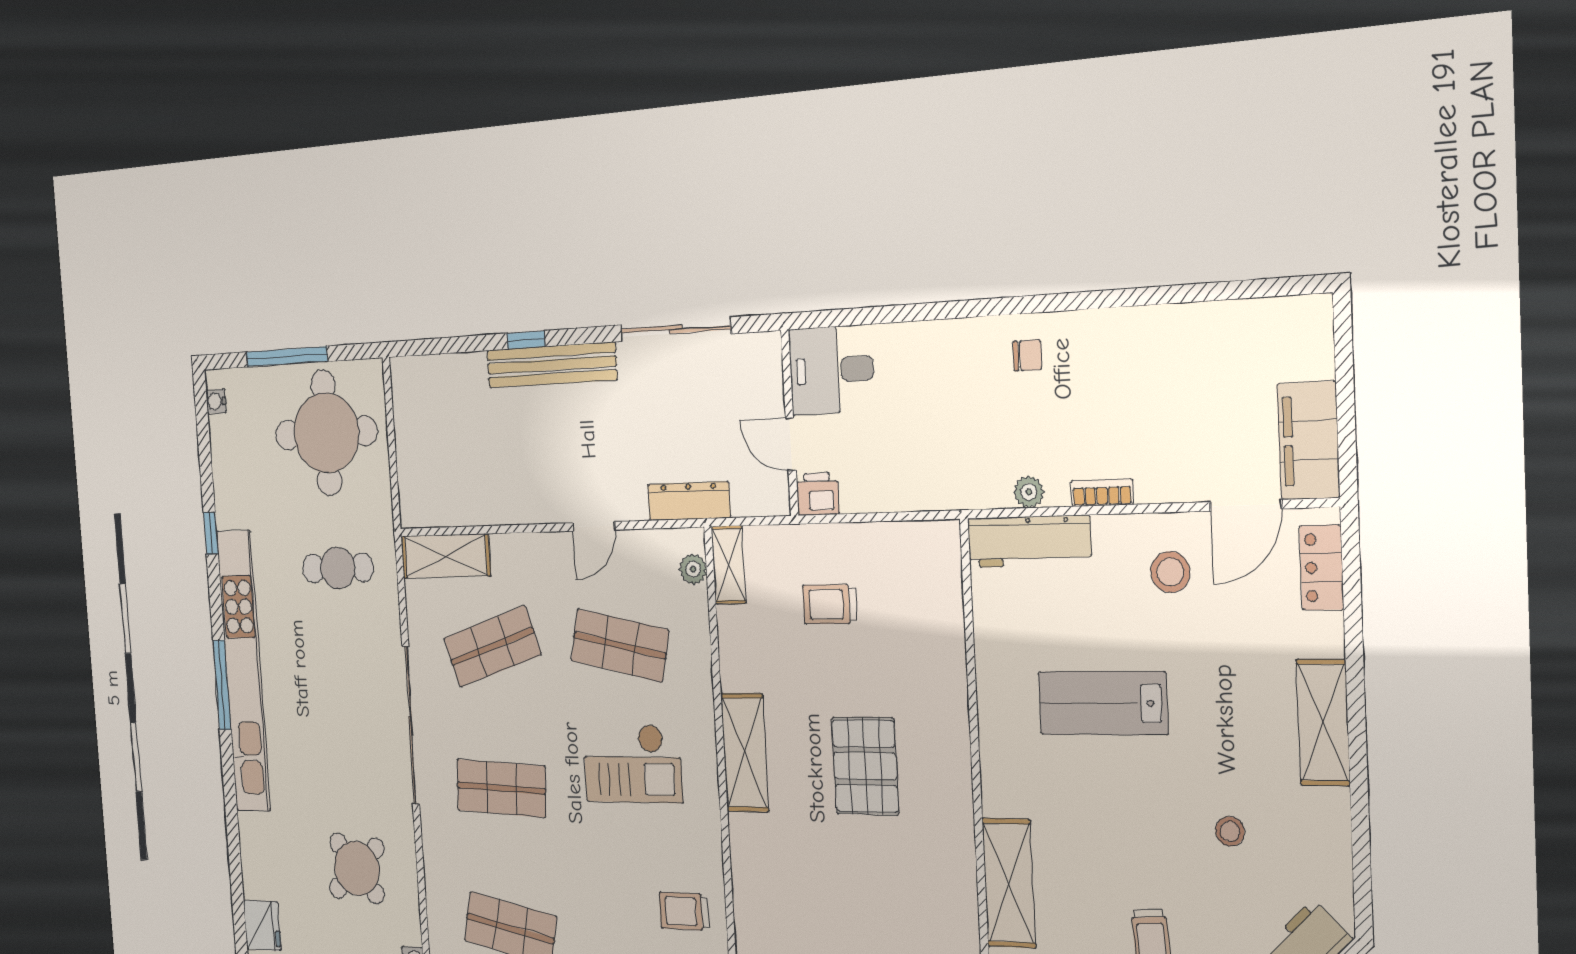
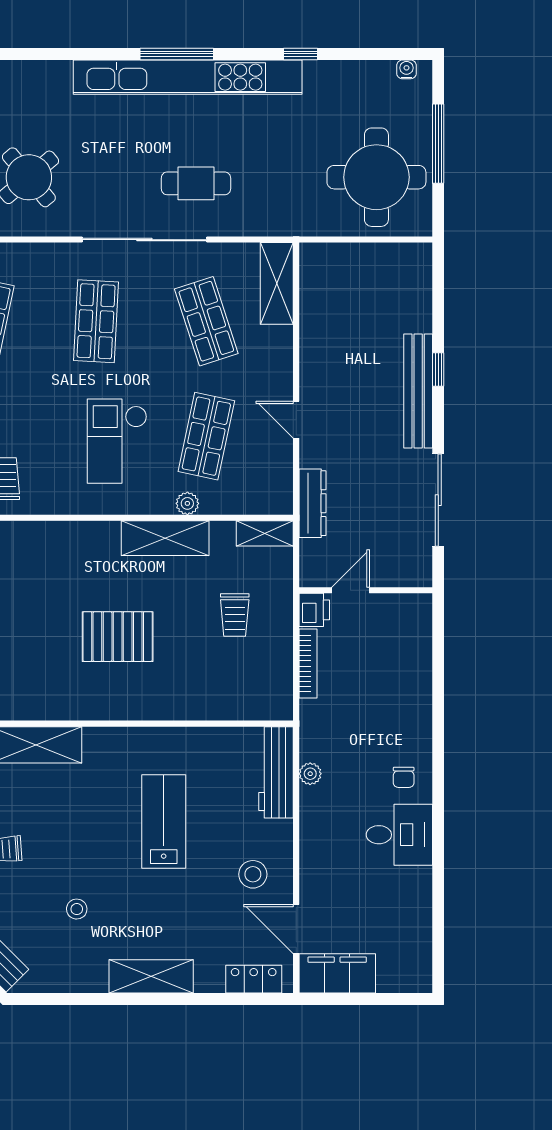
desk: (832, 370) -> (399, 835), moved, turned 90
bookcase: (1102, 493) -> (308, 664), moved, width x1.56
cafe table: (338, 568) -> (196, 183), moved, turned 90
plant: (693, 569) -> (187, 503), moved
trolley: (830, 604) -> (235, 615), turned 180
shelving: (745, 753) -> (165, 538), moved

